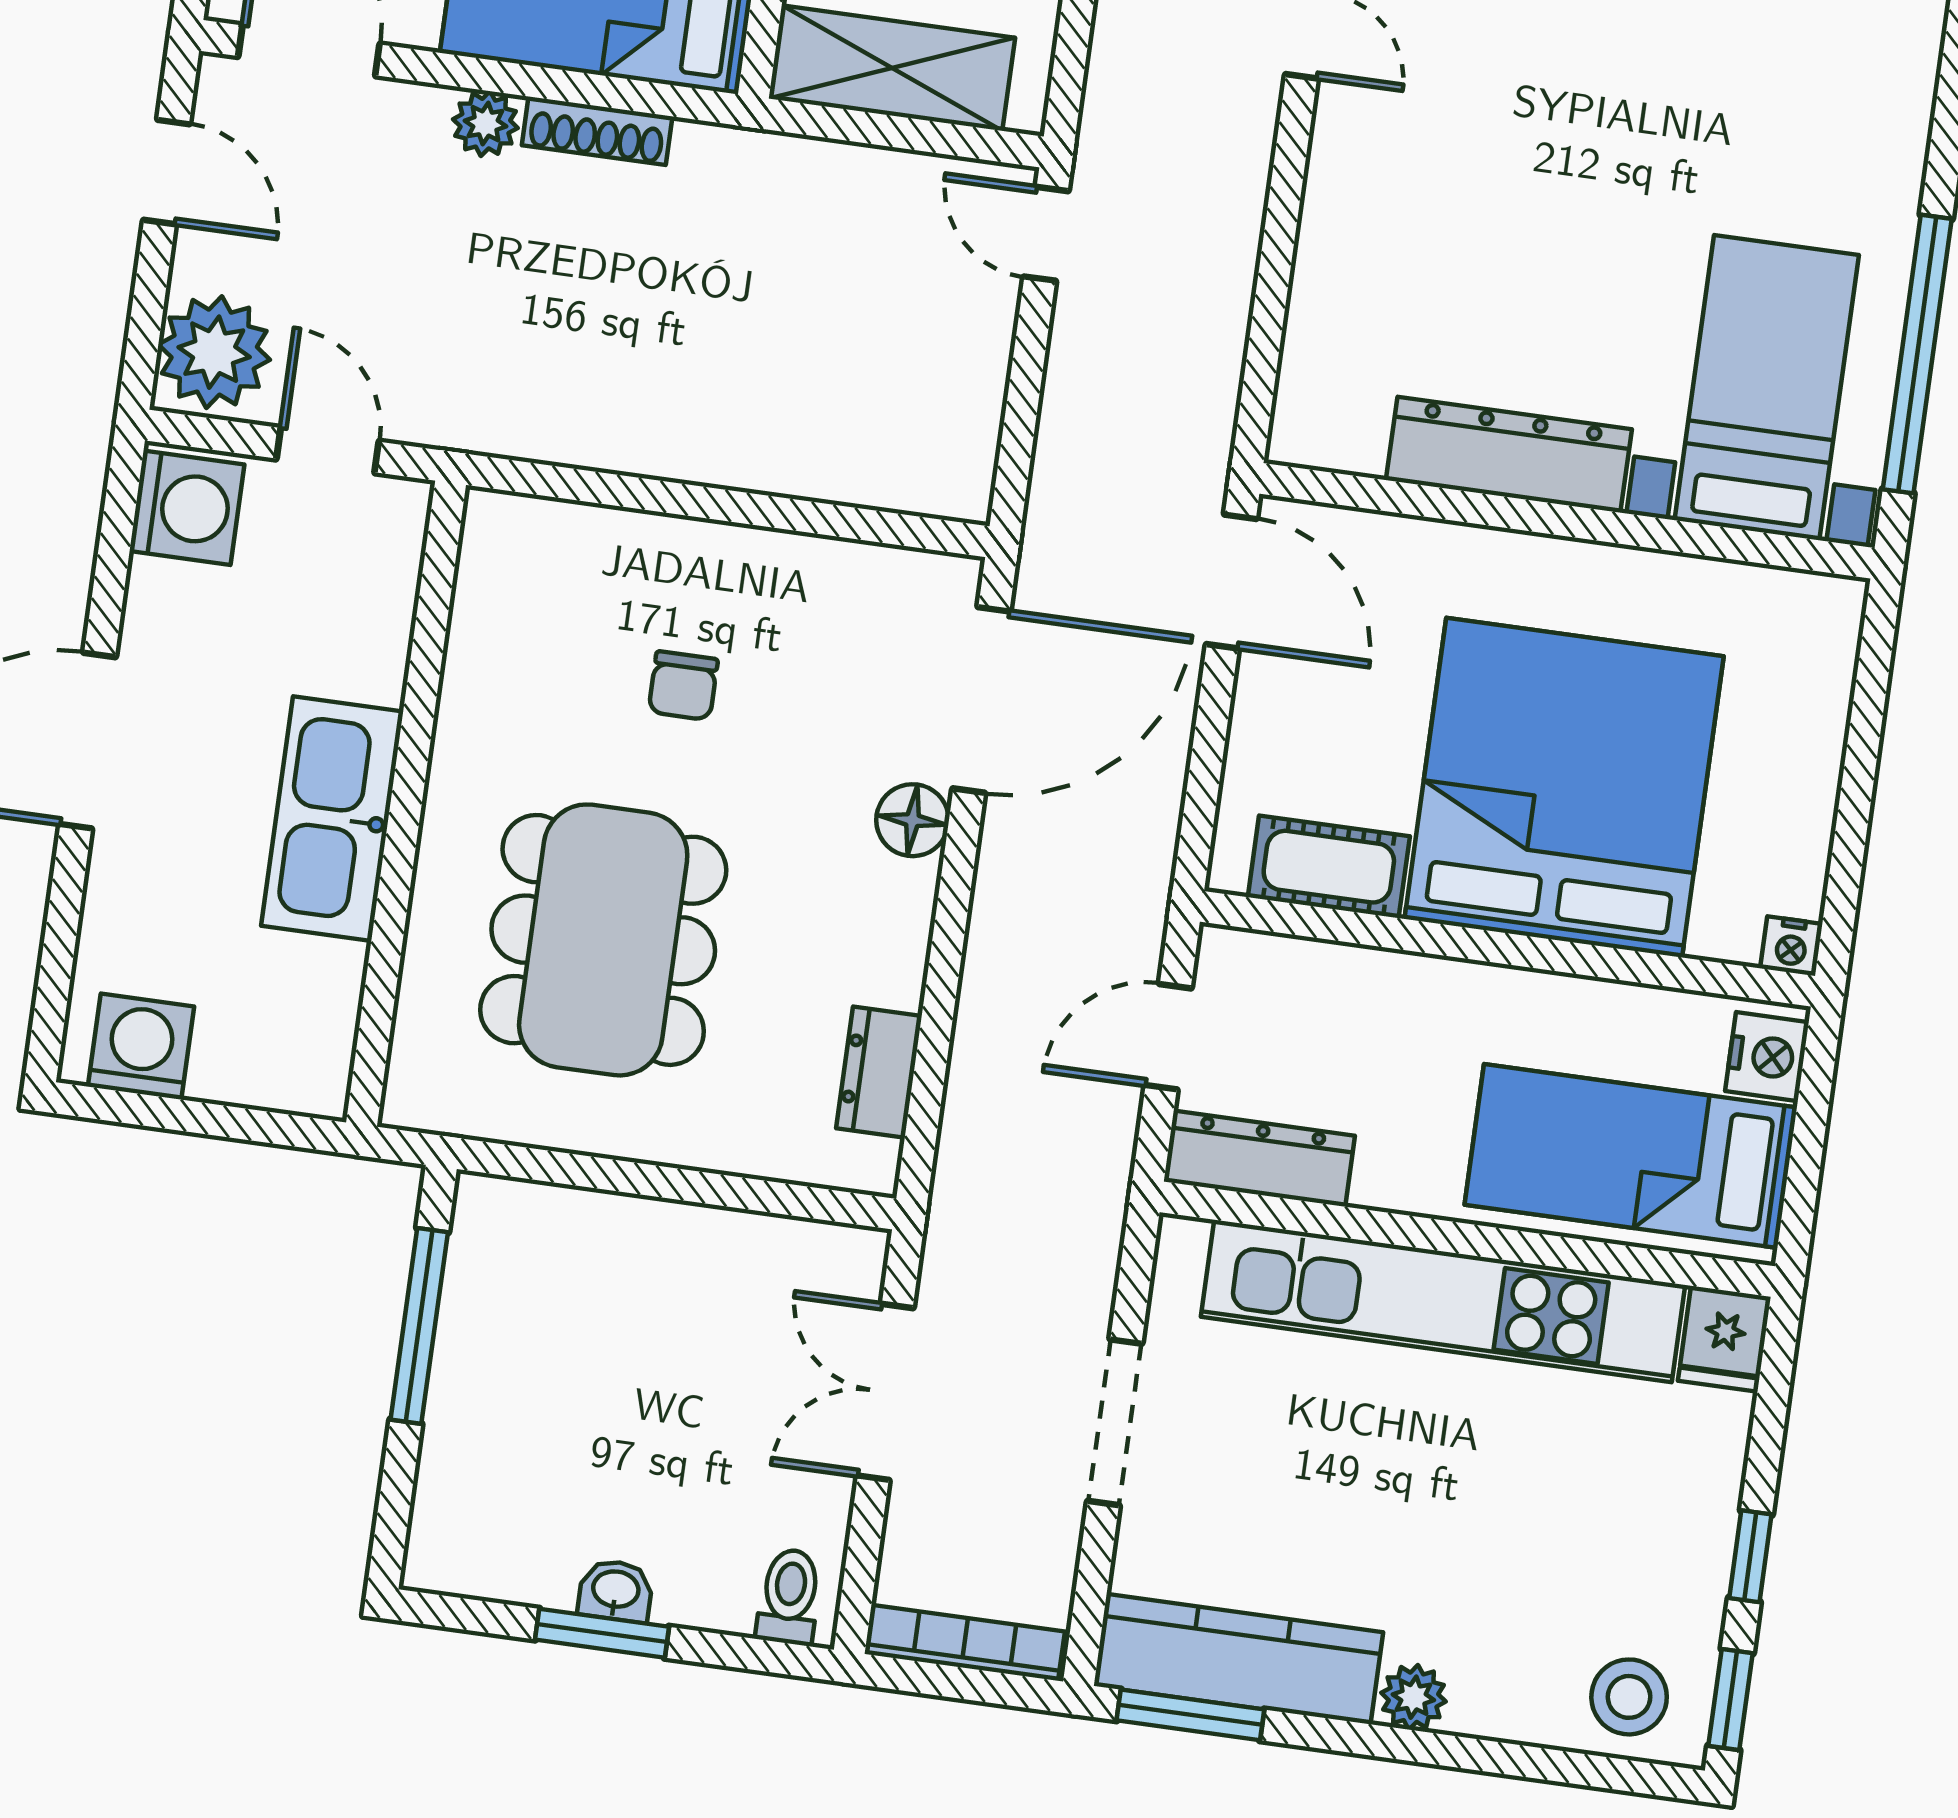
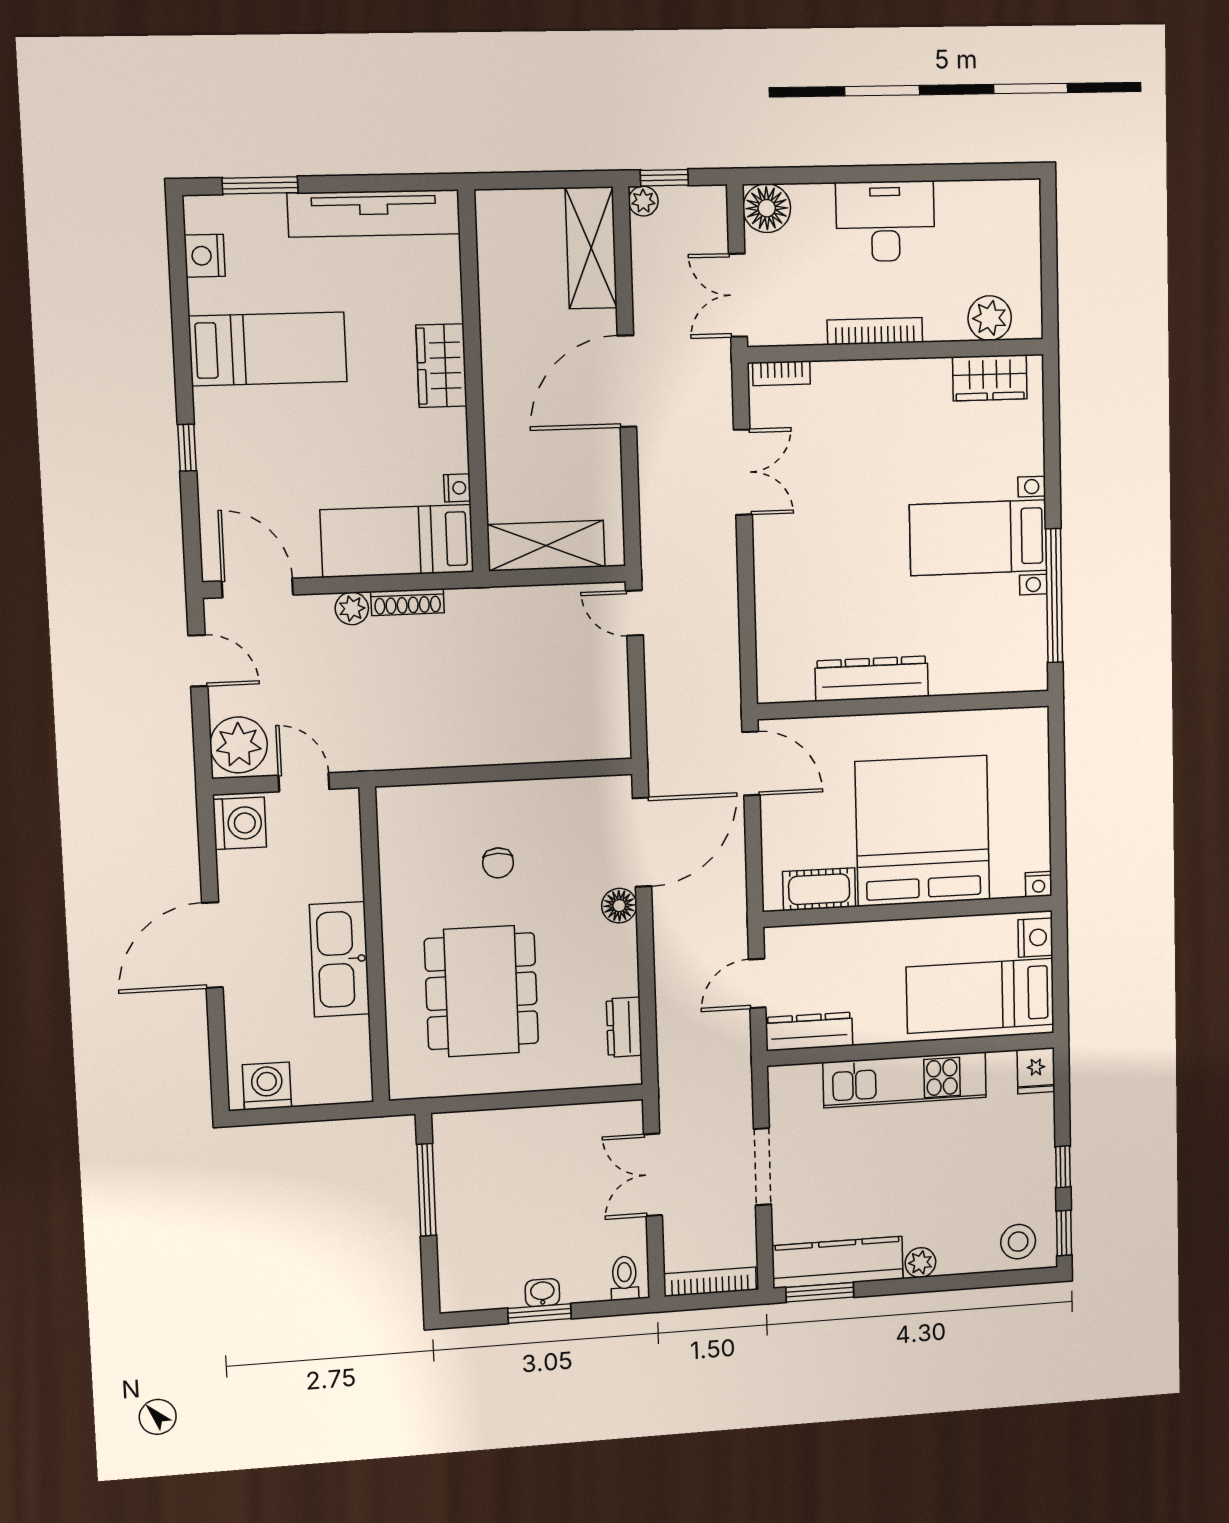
bed with nightstands: (1767, 388) -> (978, 538), moved, turned -90
kitchen unit: (1443, 1301) -> (905, 1080), width x0.73

